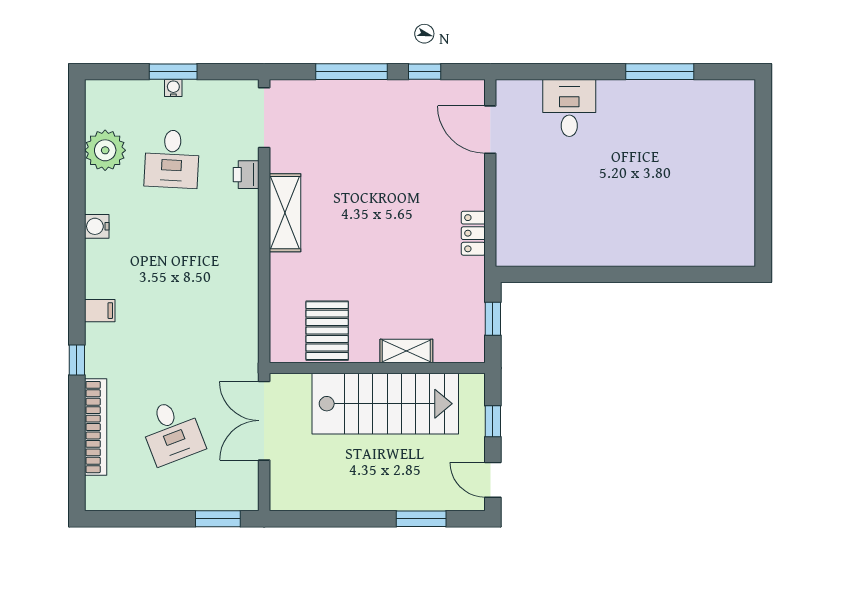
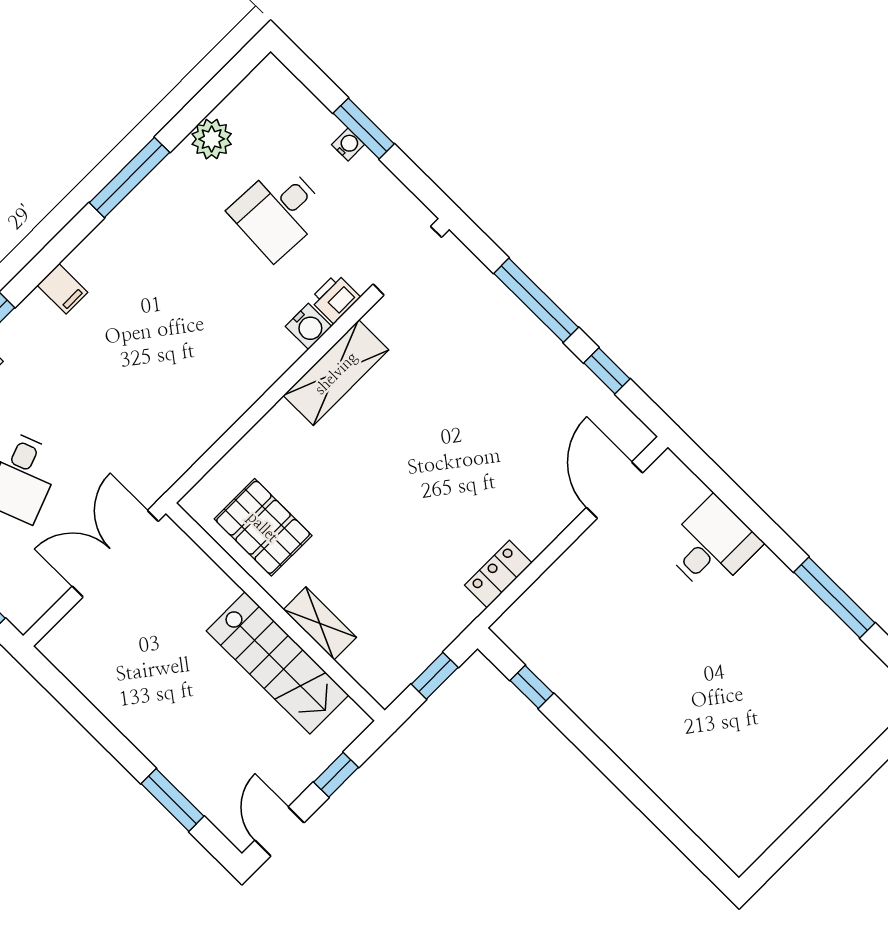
plant: (105, 150) -> (212, 139), width x0.73, depth x0.73
window: (77, 218) -> (129, 177), added
water cooler: (97, 226) -> (308, 326), moved, turned 180
window: (549, 274) -> (532, 687), added
pallet: (327, 331) -> (263, 527), turned 90
stairs: (385, 404) -> (277, 663), width x0.73, depth x0.66

